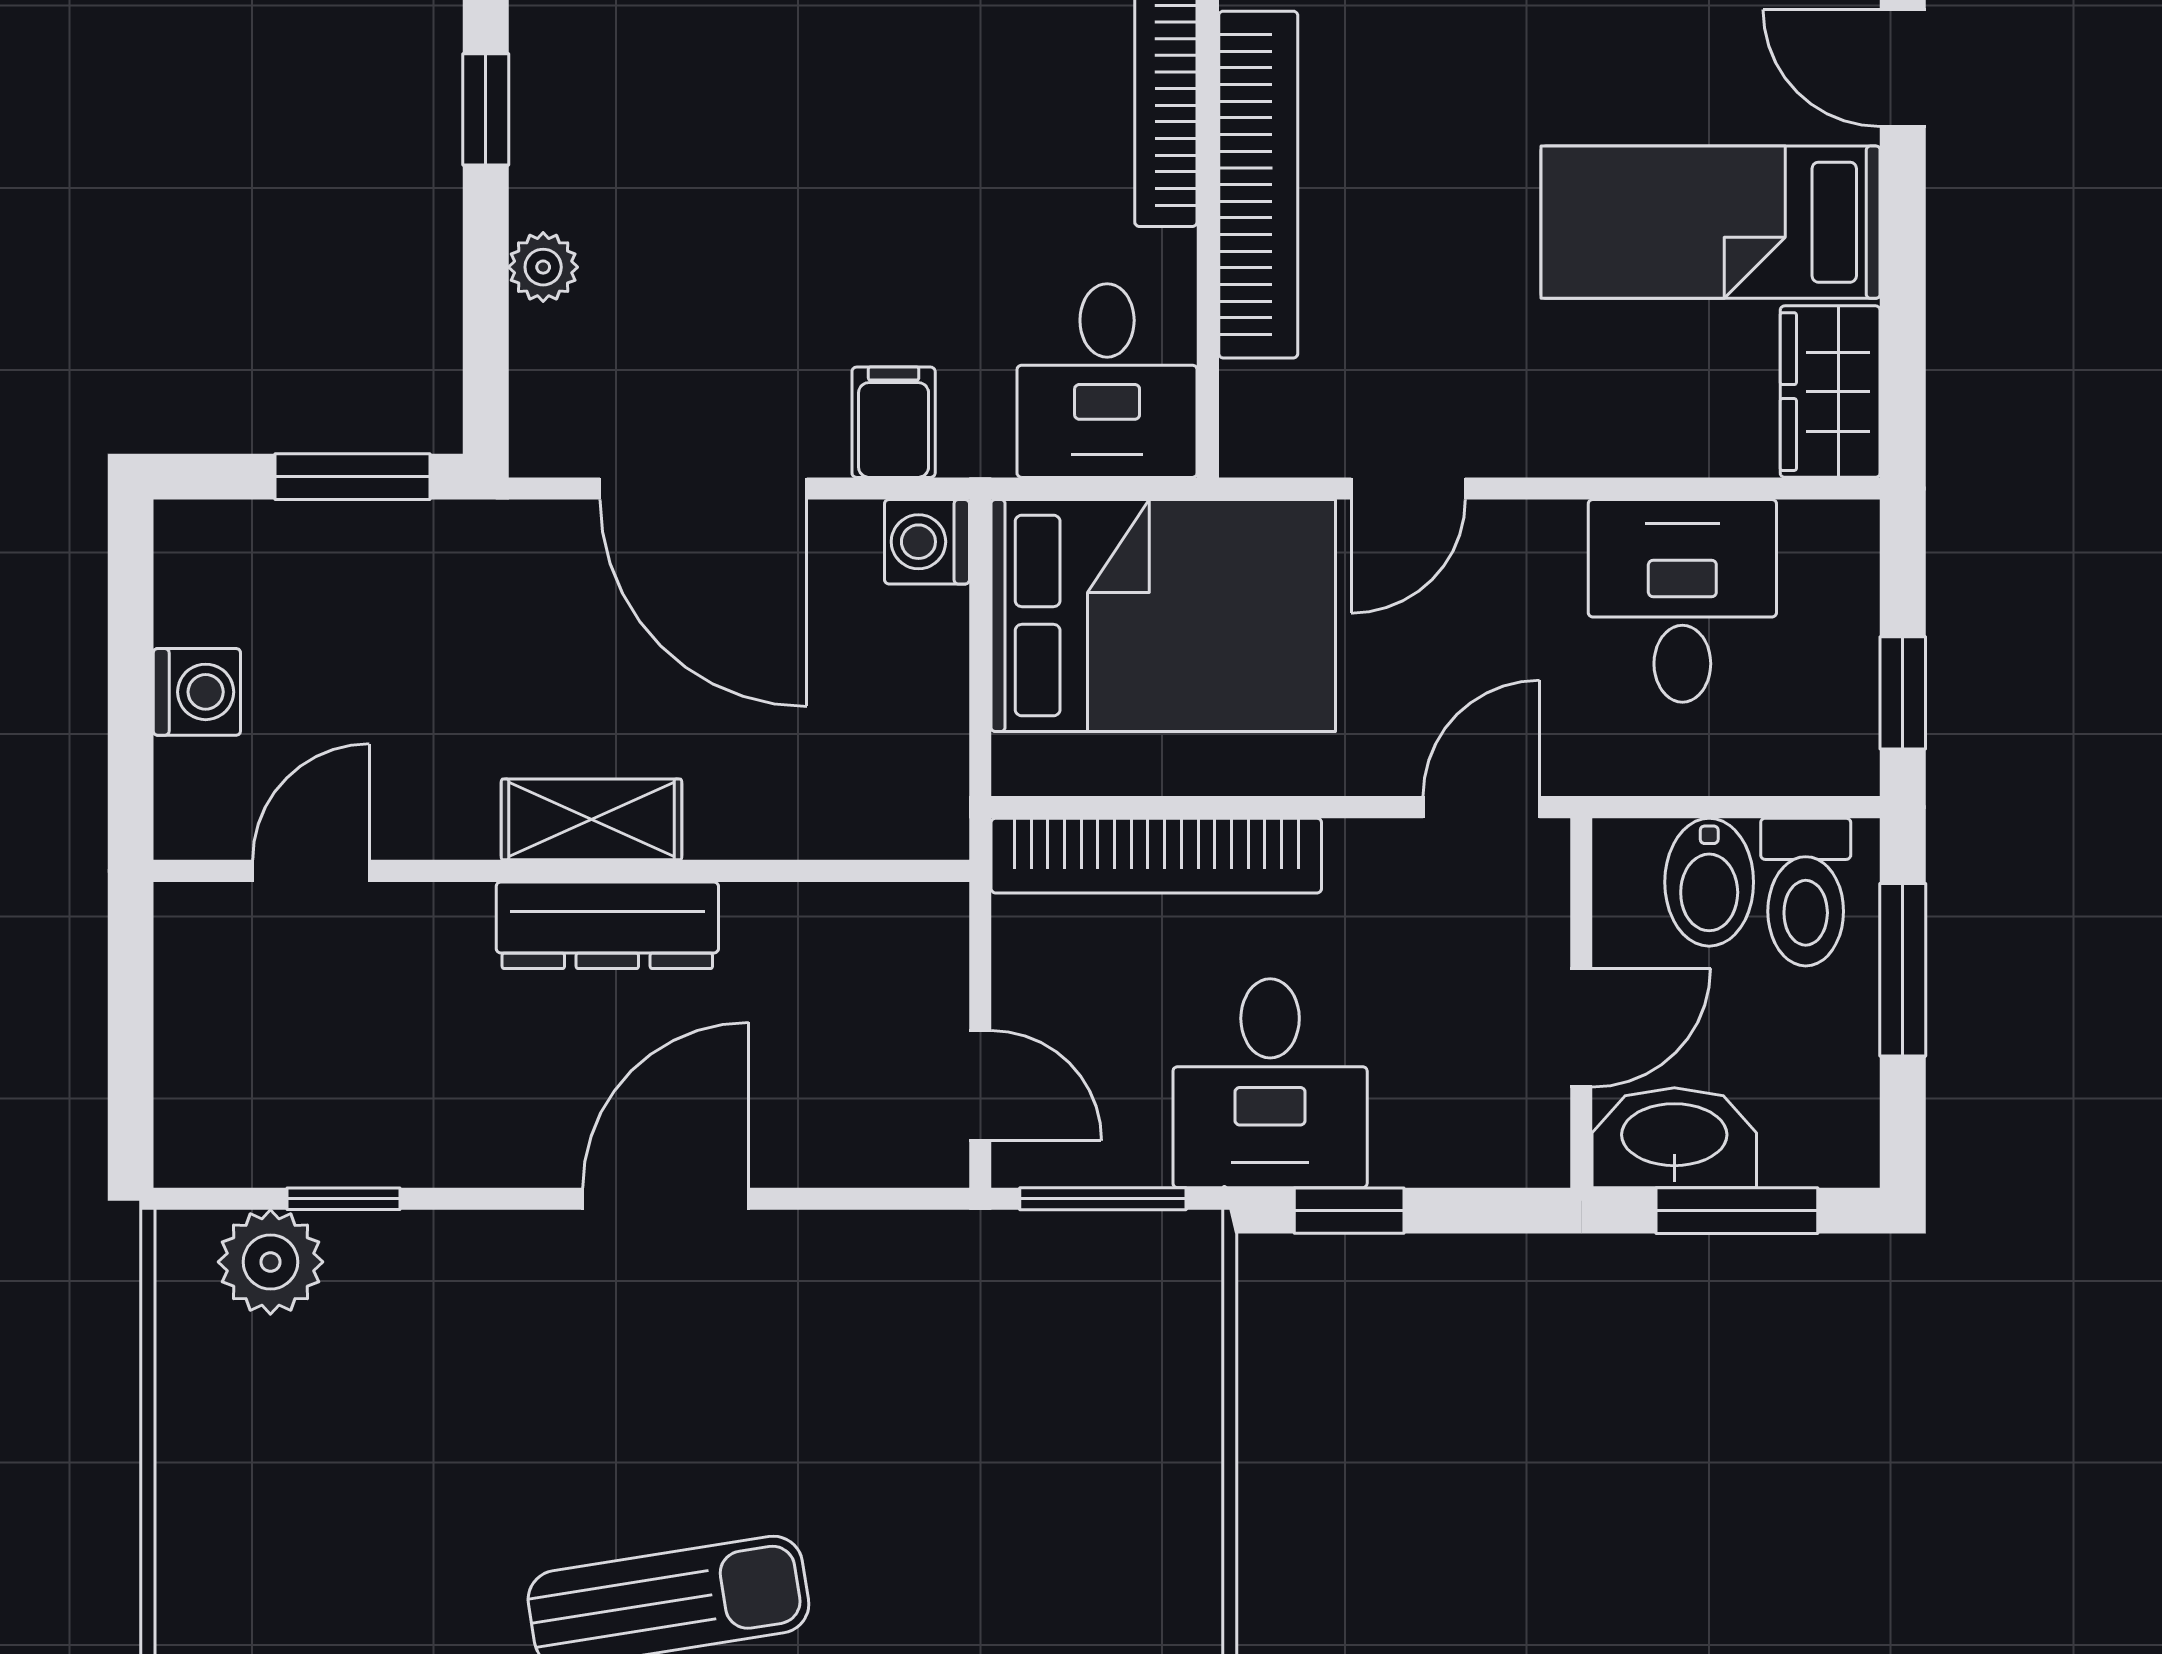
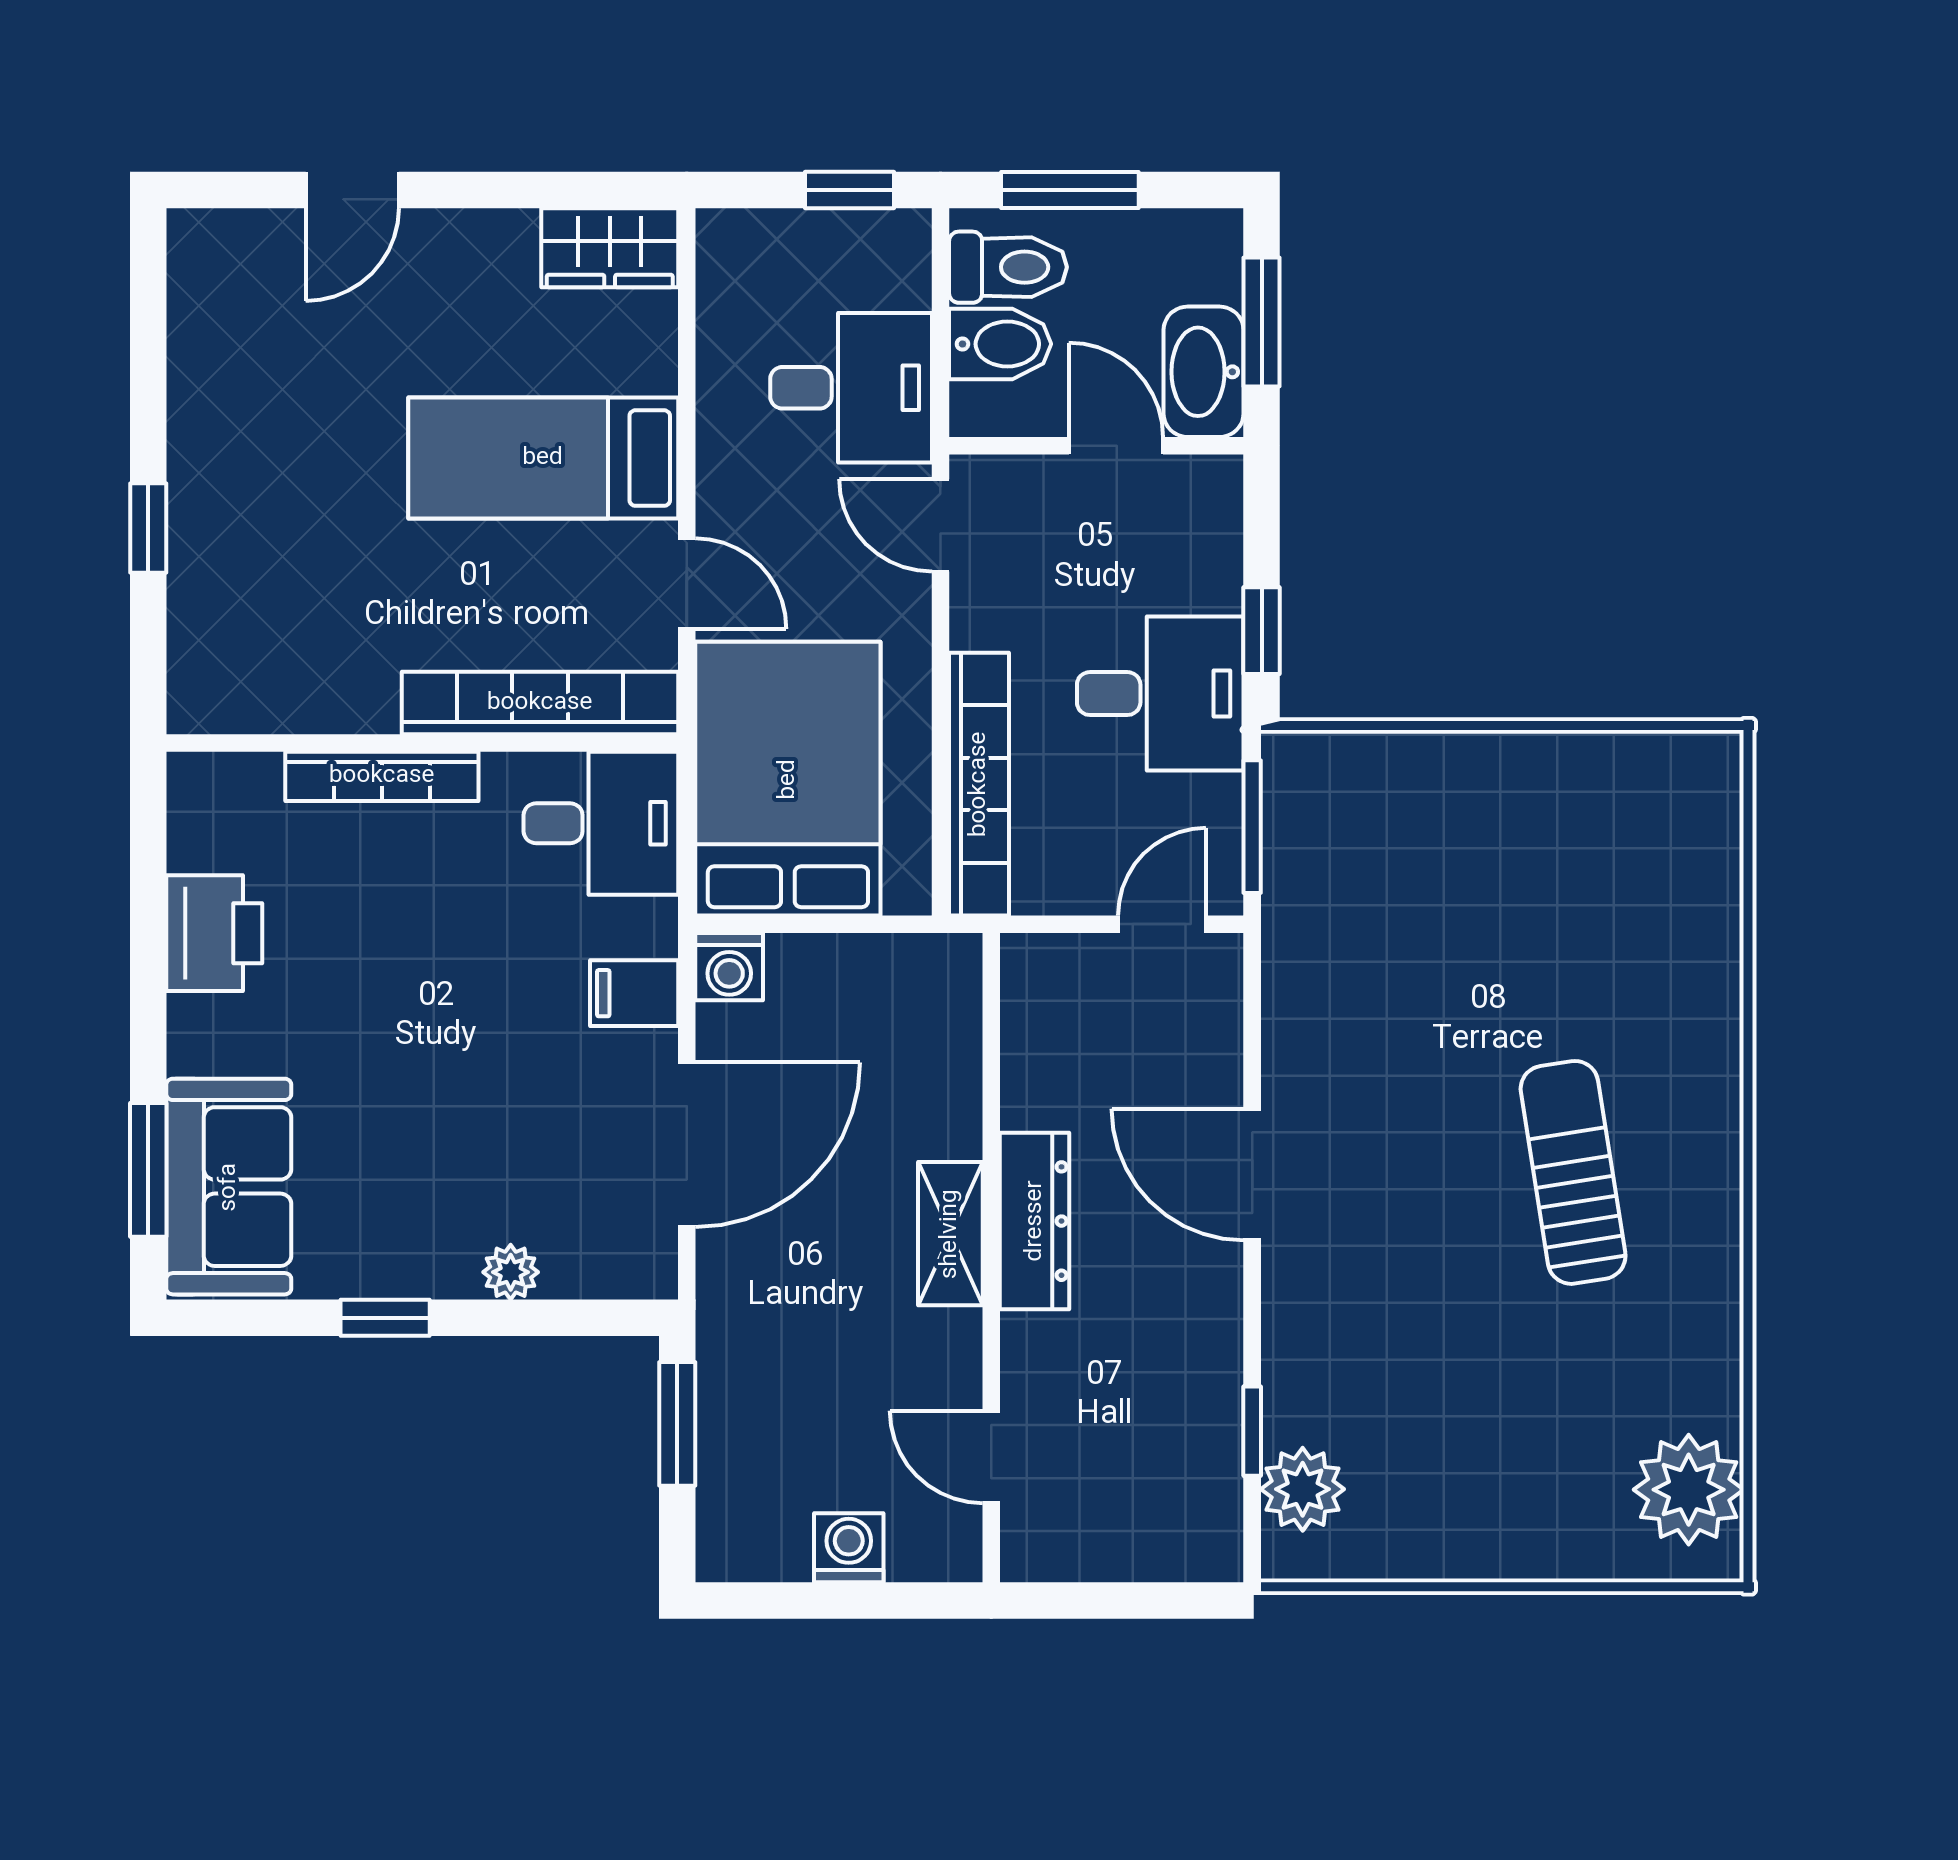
bookcase: (1258, 185) -> (540, 703), moved
bed: (1711, 222) -> (543, 458), moved, turned 90
desk: (1682, 601) -> (851, 388), moved, turned 180

